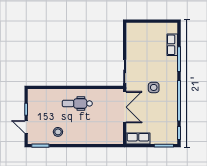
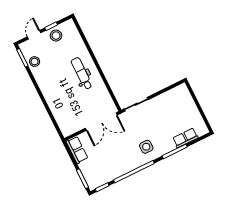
side table: (154, 87) -> (146, 147), moved
stool: (36, 109) -> (56, 36), added
stool: (58, 132) -> (35, 62), moved

